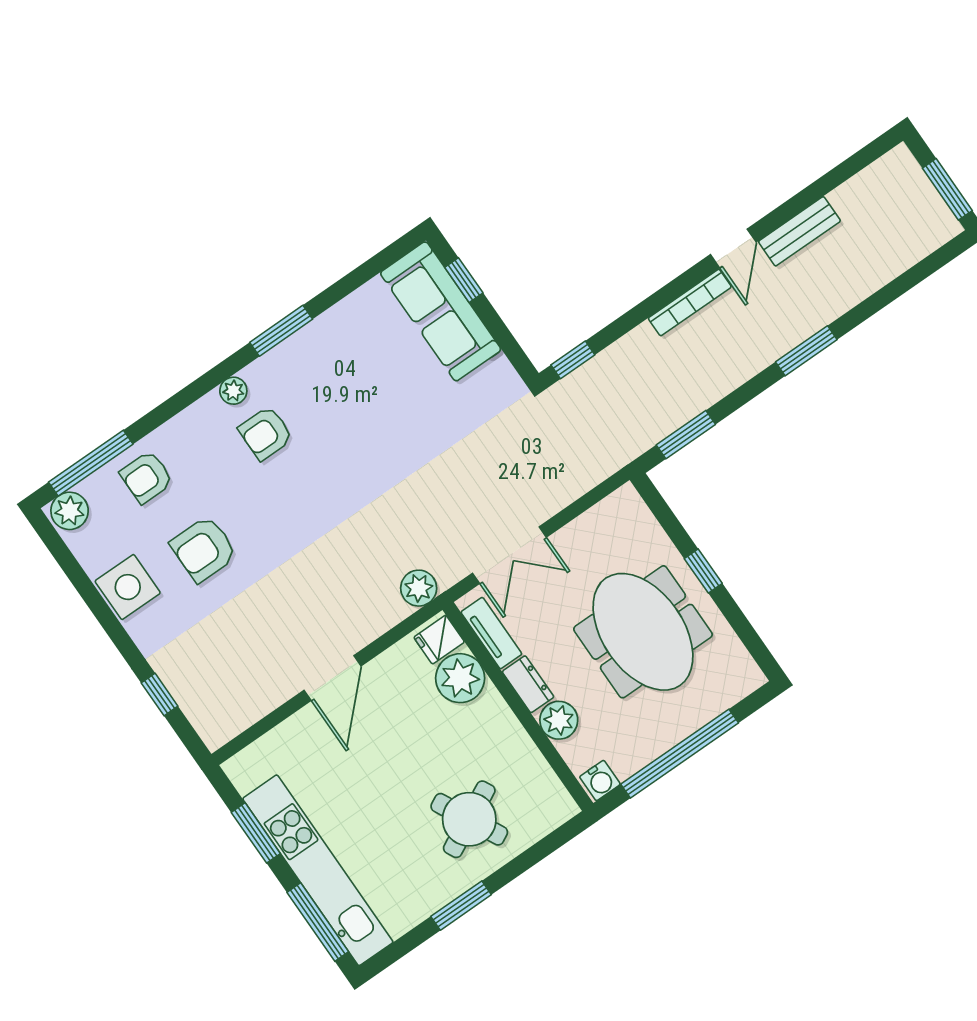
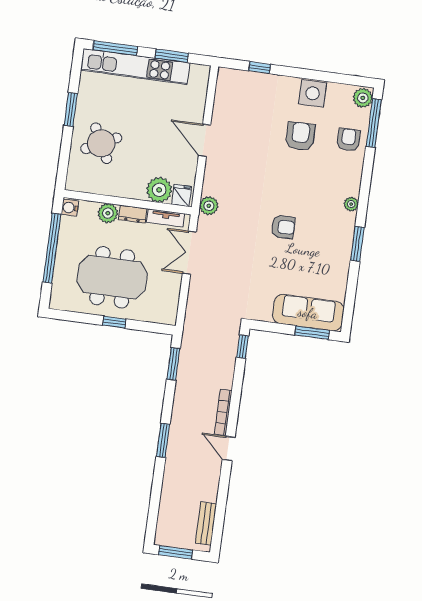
bench: (799, 231) -> (206, 523), moved
window: (464, 280) -> (312, 333), width x1.50
armchair: (266, 433) -> (283, 227), moved, turned 90

